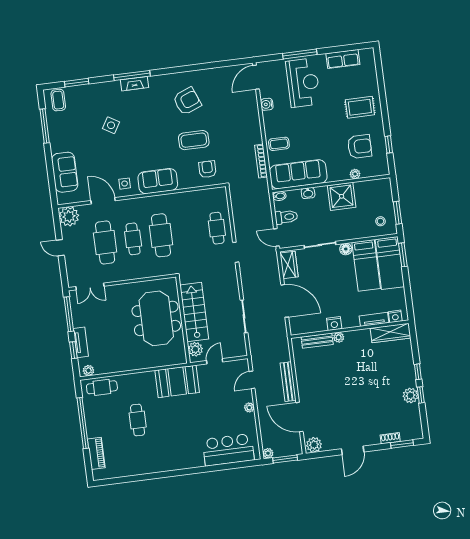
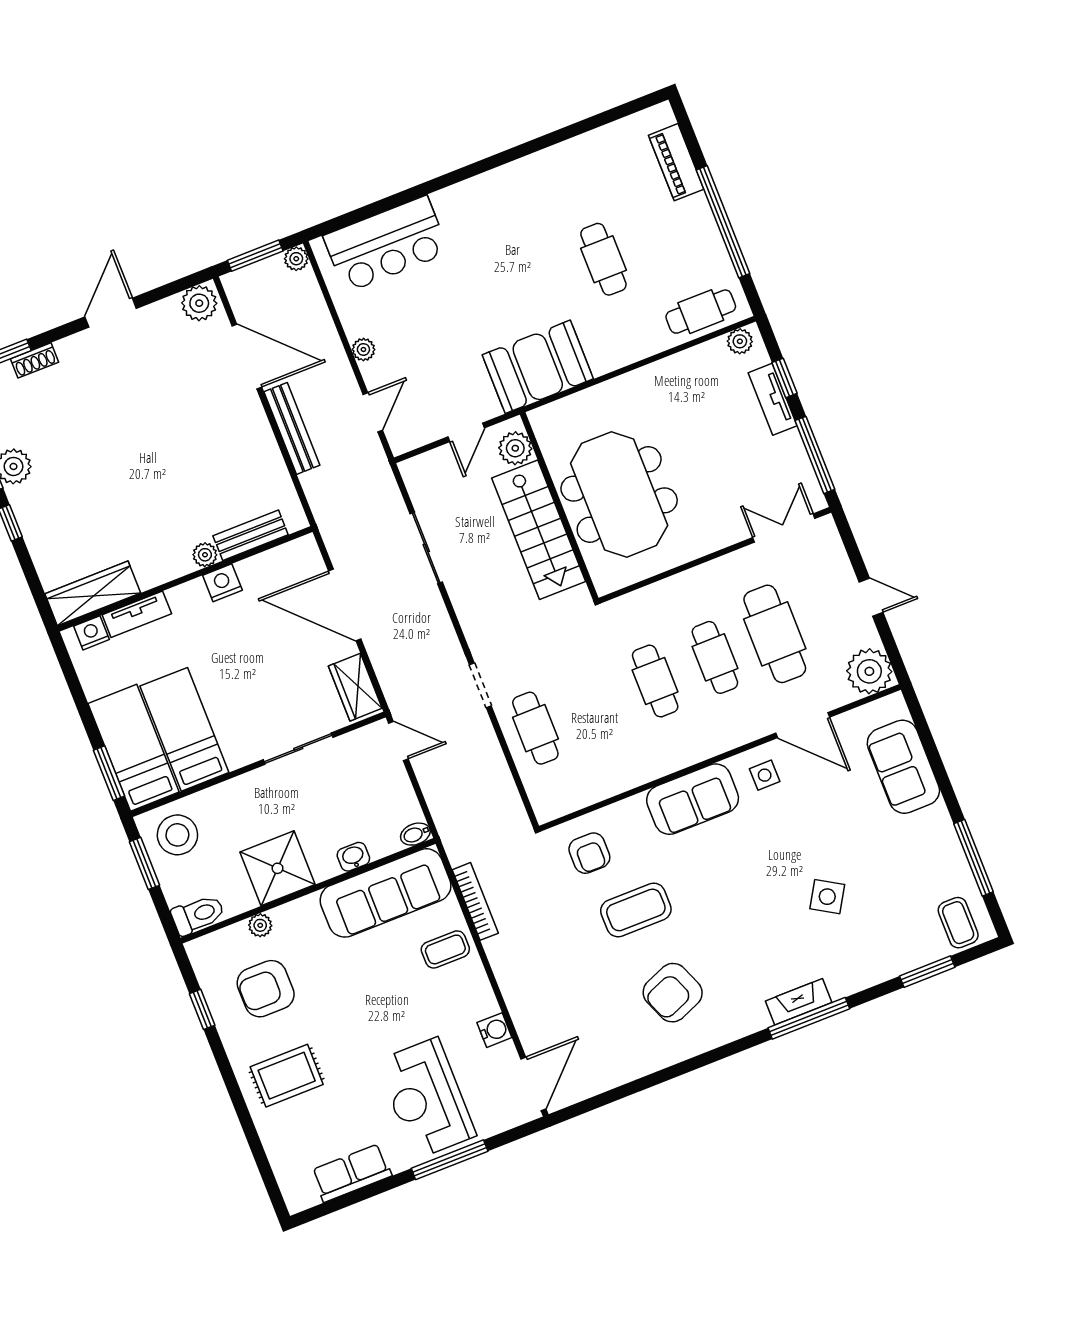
toilet: (286, 217) -> (198, 915), moved, turned 180
stool: (380, 221) -> (177, 835), width x1.89, depth x1.89
cafe table: (161, 235) -> (655, 681), width x0.73, depth x0.74
floor lamp: (346, 249) -> (239, 754), removed

